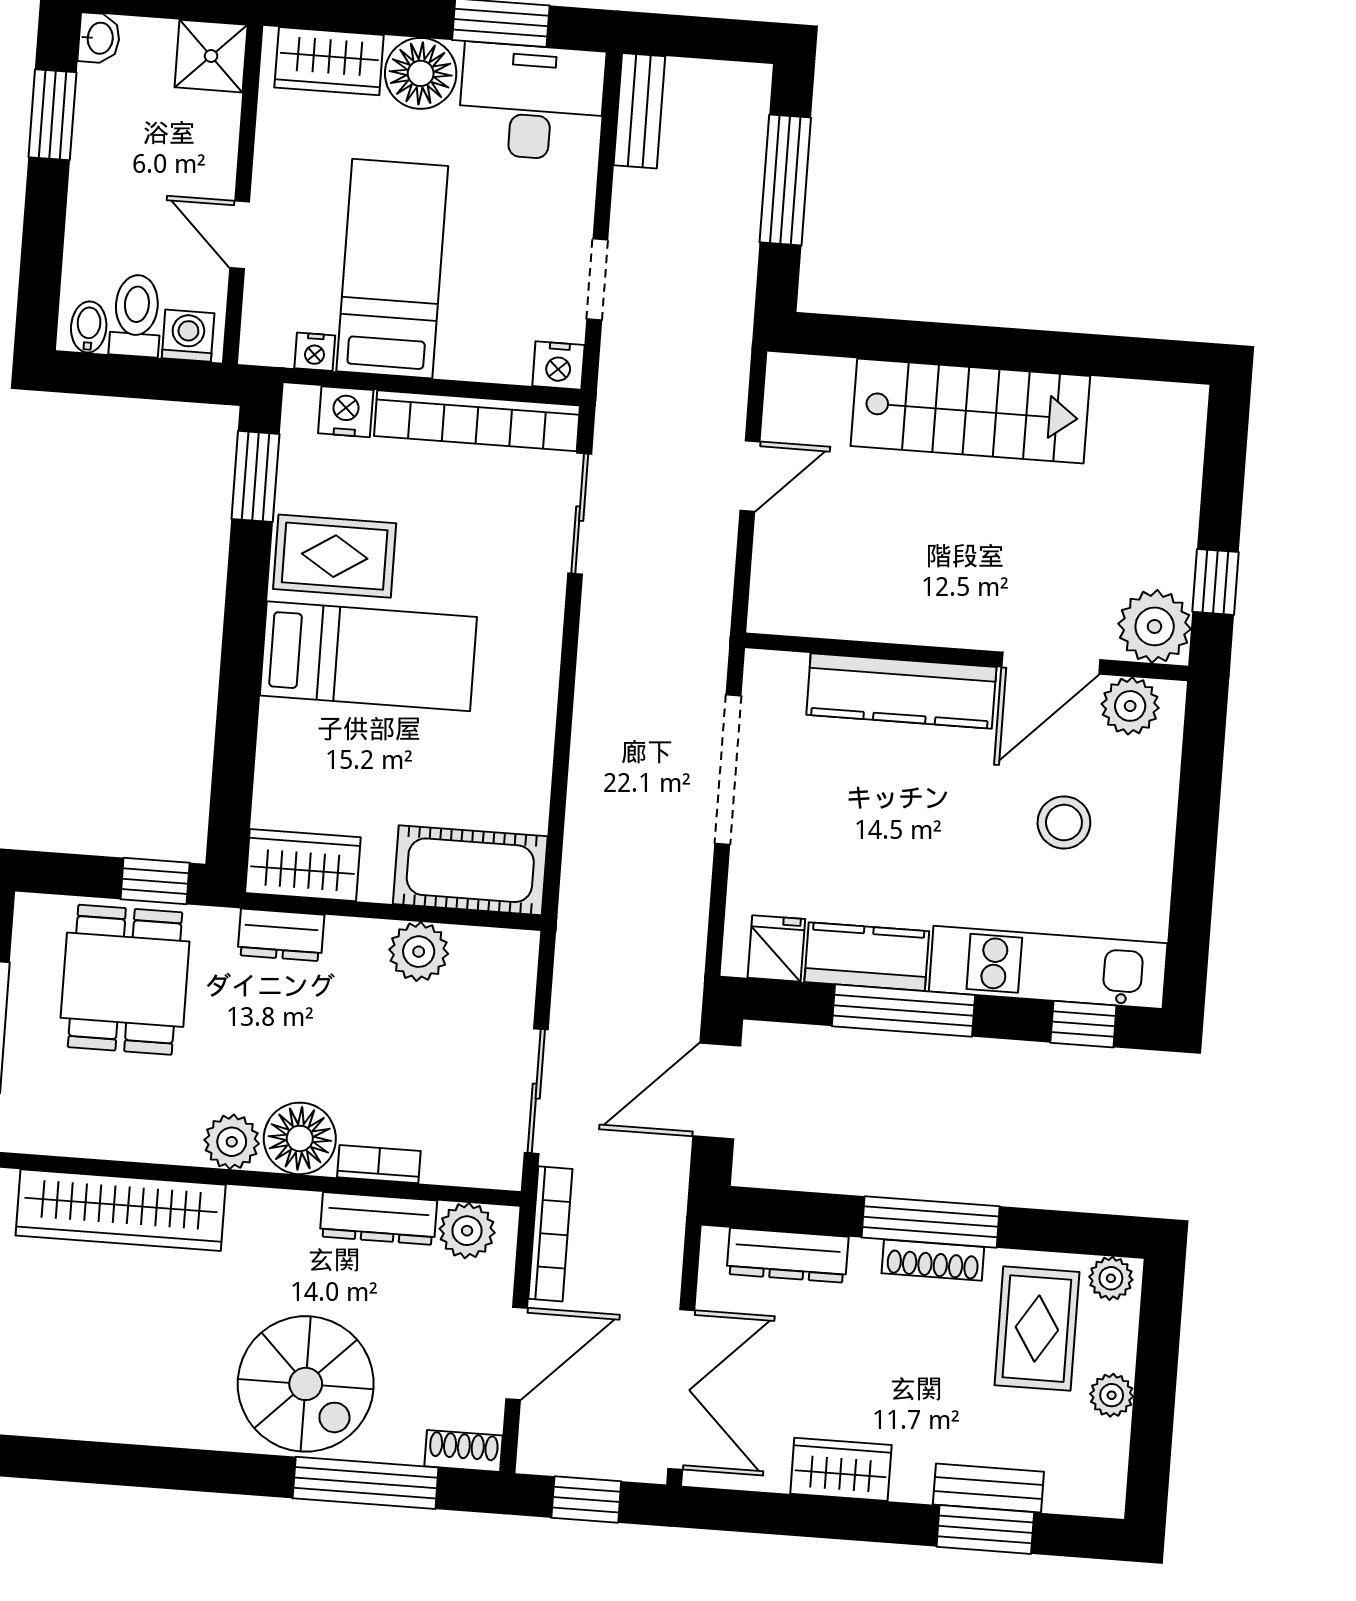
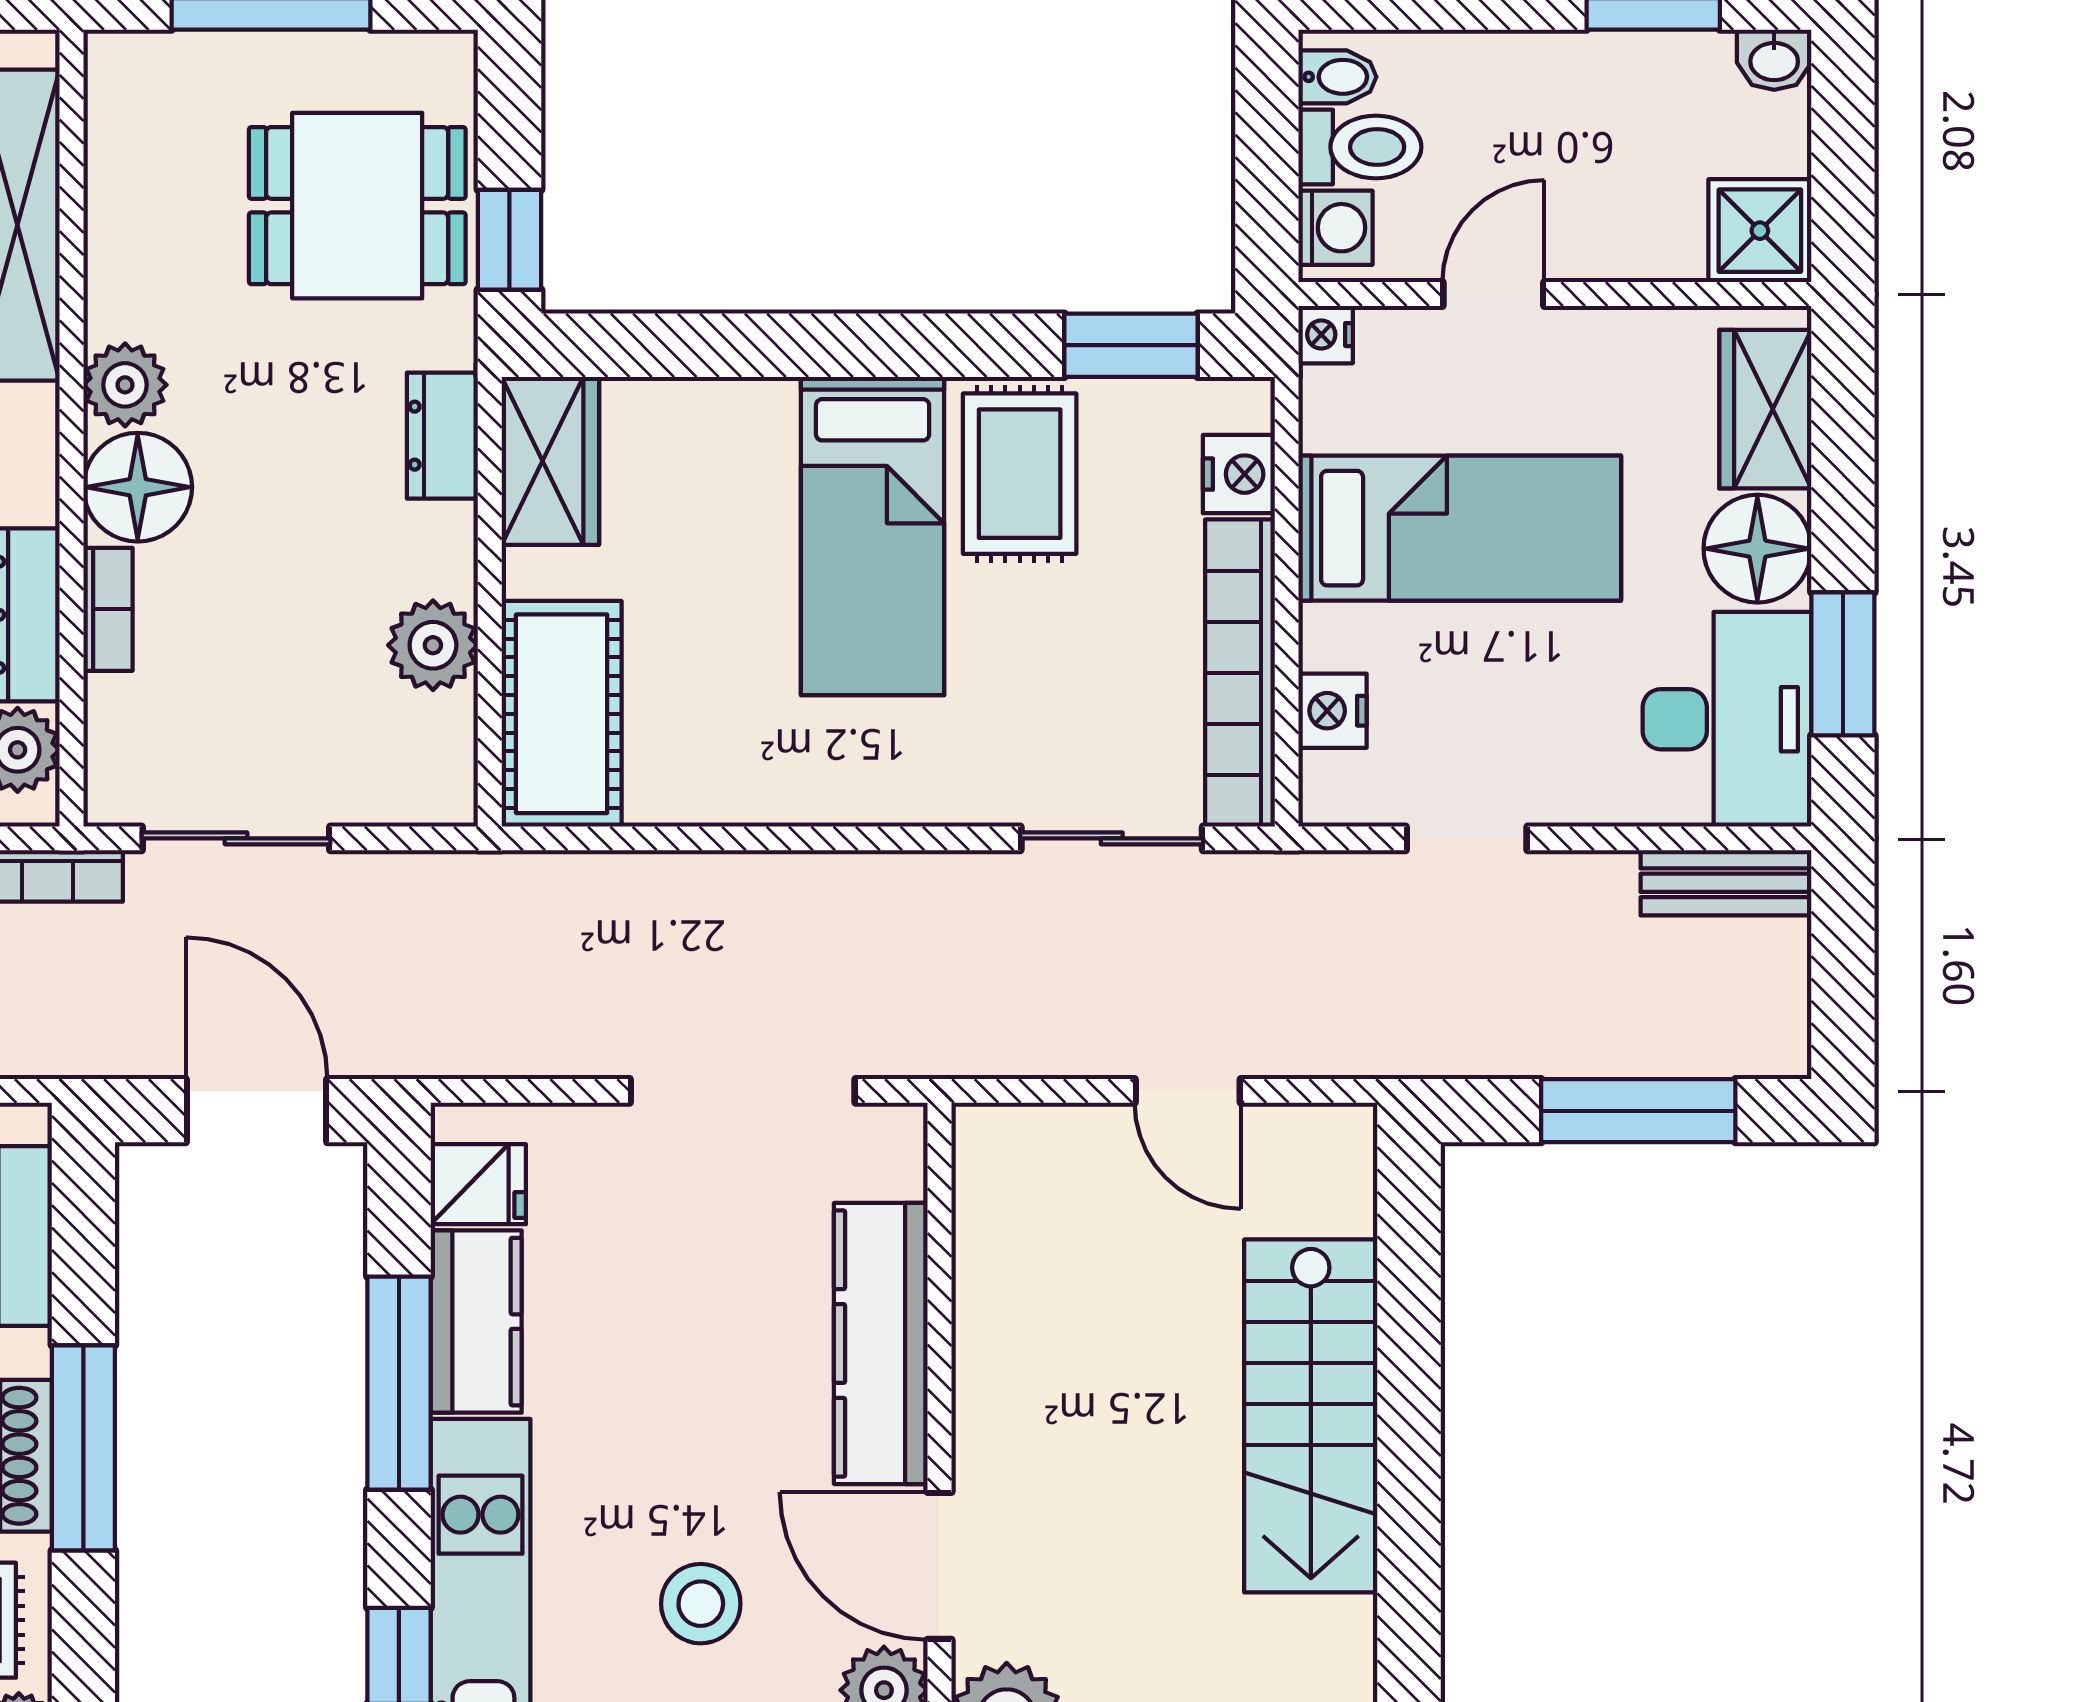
nightstand: (315, 352) -> (1326, 335), moved
nightstand: (558, 365) -> (1333, 711), moved

